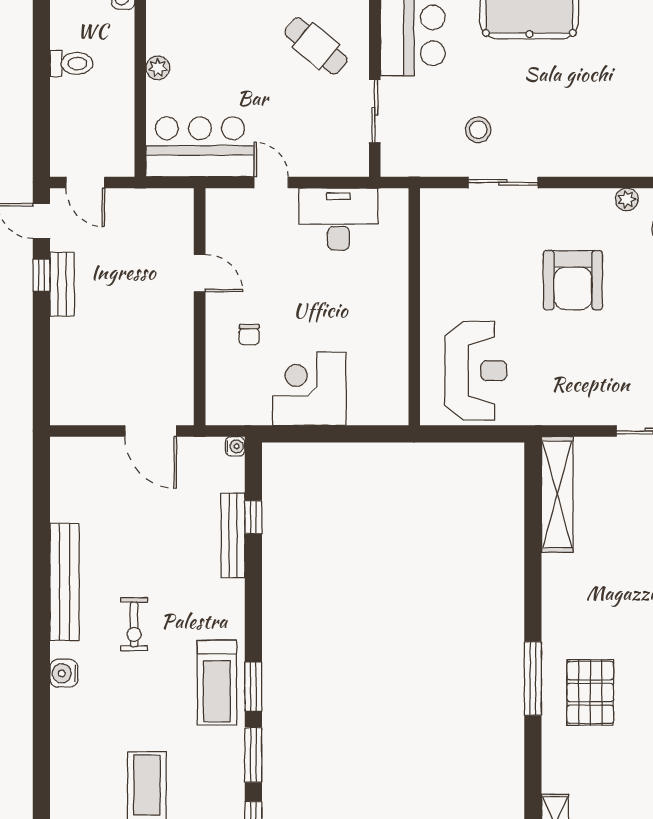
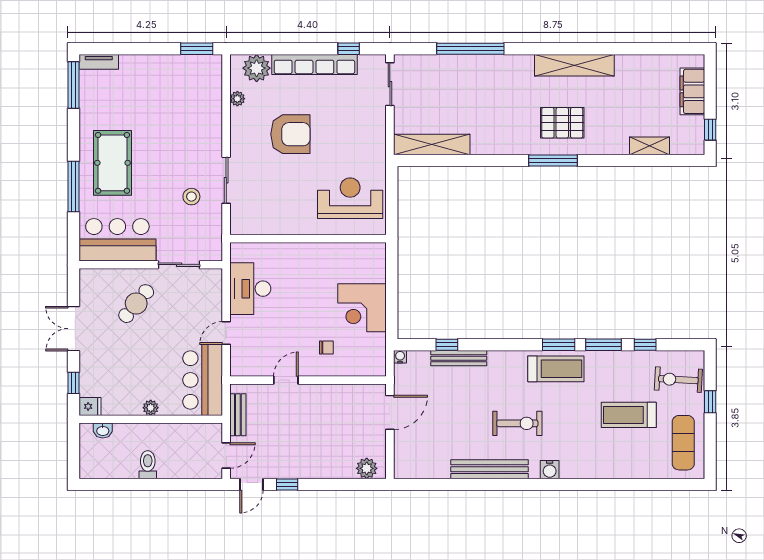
bench: (62, 284) -> (238, 415), moved, turned 90
plant: (66, 396) -> (367, 468), added
exercise bike: (134, 624) -> (517, 423), width x1.38, depth x1.39

